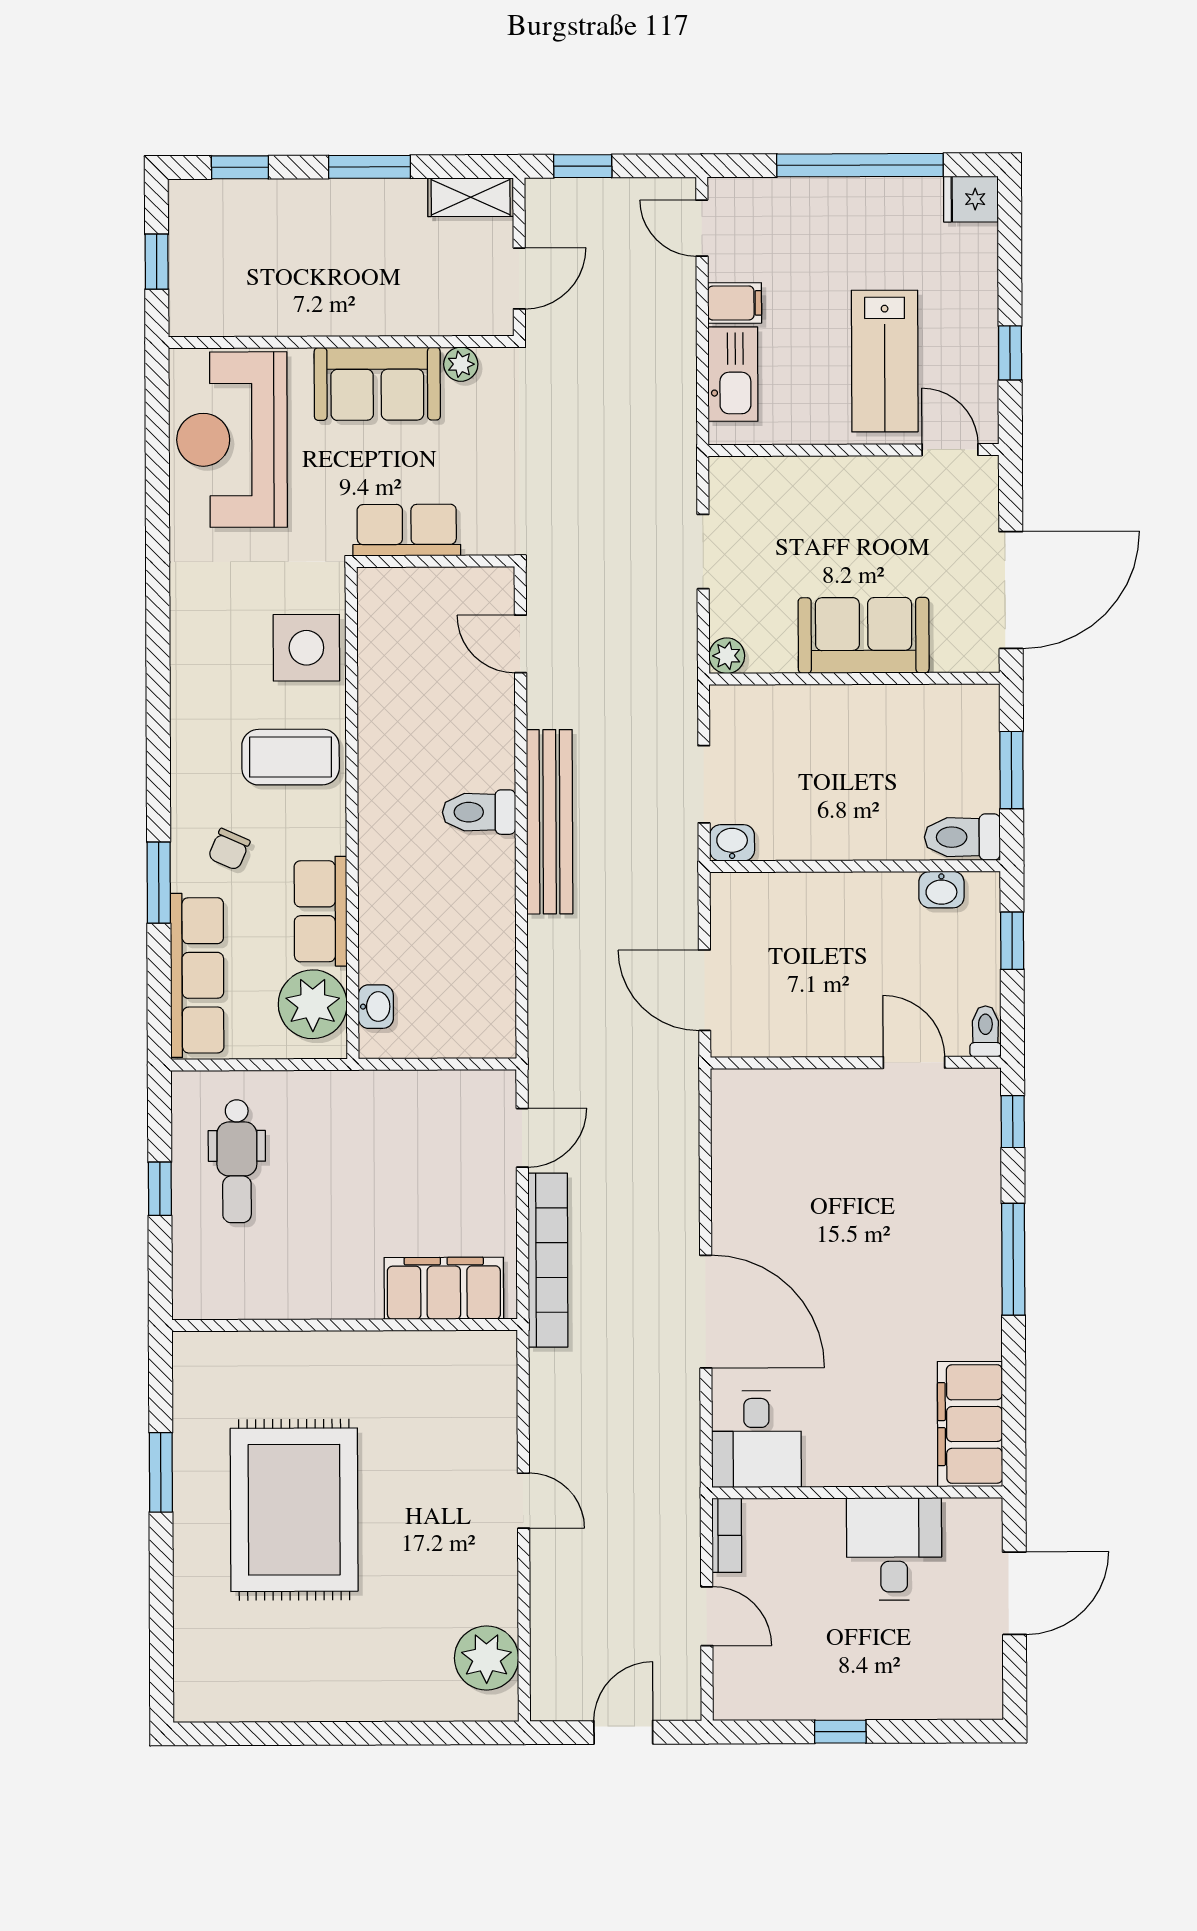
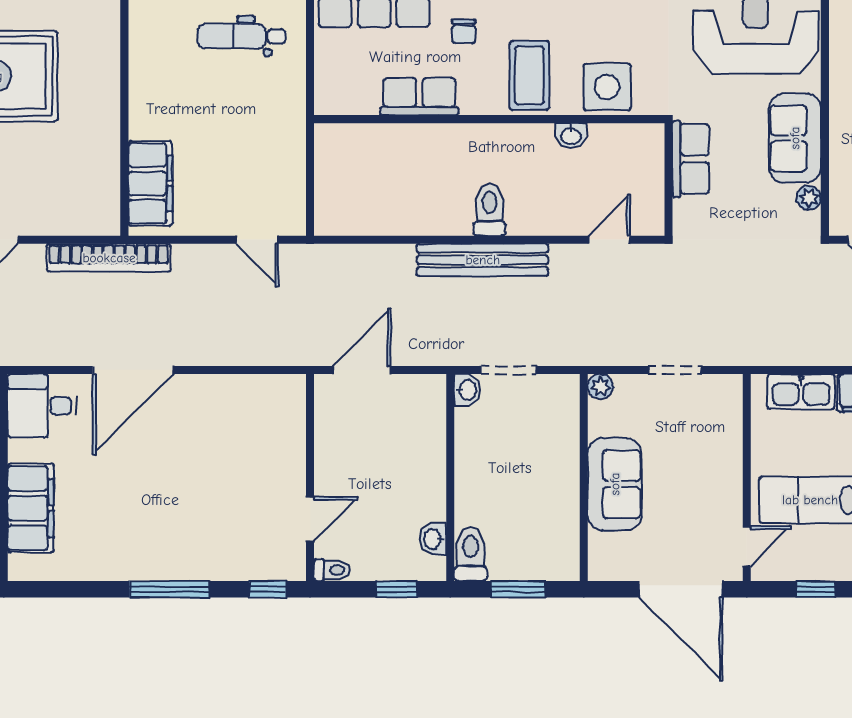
door: (1011, 590) -> (681, 589), moved
chair: (229, 849) -> (464, 31), turned -114
plant: (313, 1004) -> (353, 91), removed
washbasin: (376, 1007) -> (571, 136), moved
bookcase: (548, 1260) -> (109, 258), moved
filing cabinet: (970, 1424) -> (31, 508), moved, turned 90

